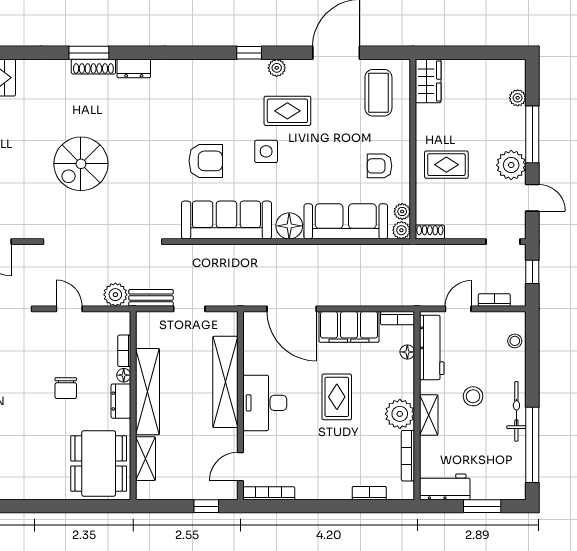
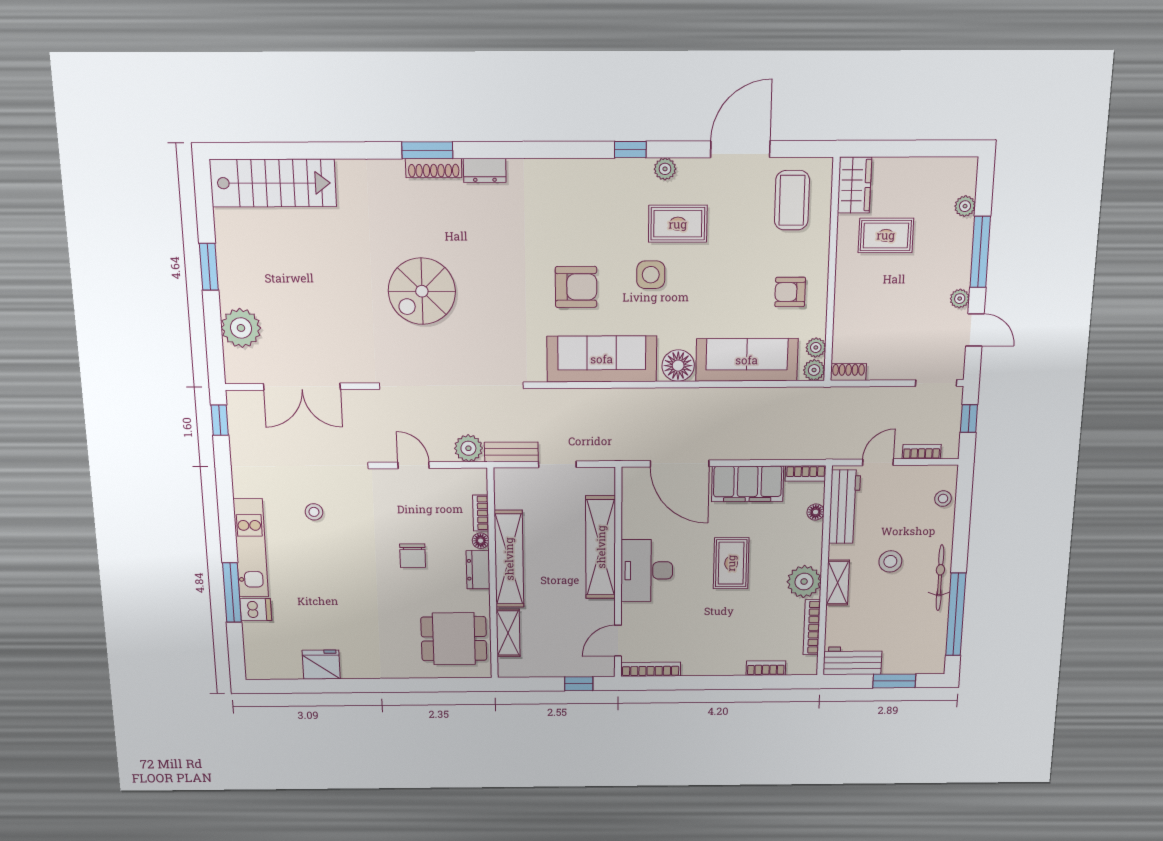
rug: (446, 165) -> (886, 235), moved
plant: (511, 165) -> (960, 299), width x0.53, depth x0.53
dining table: (99, 463) -> (454, 639), width x0.73

